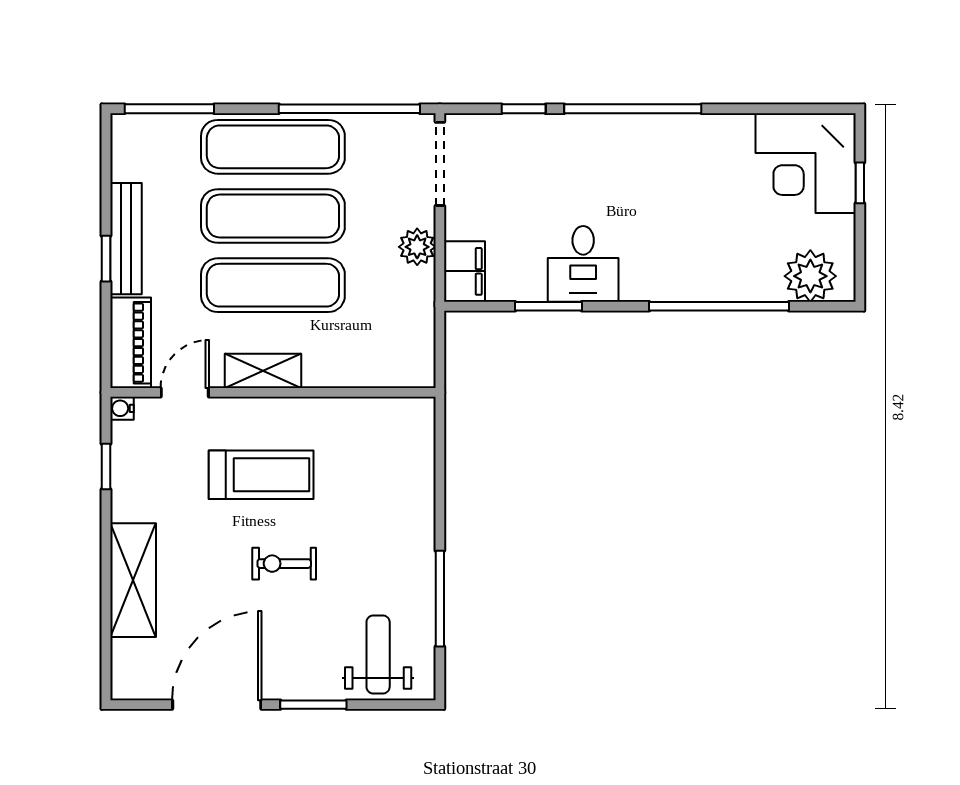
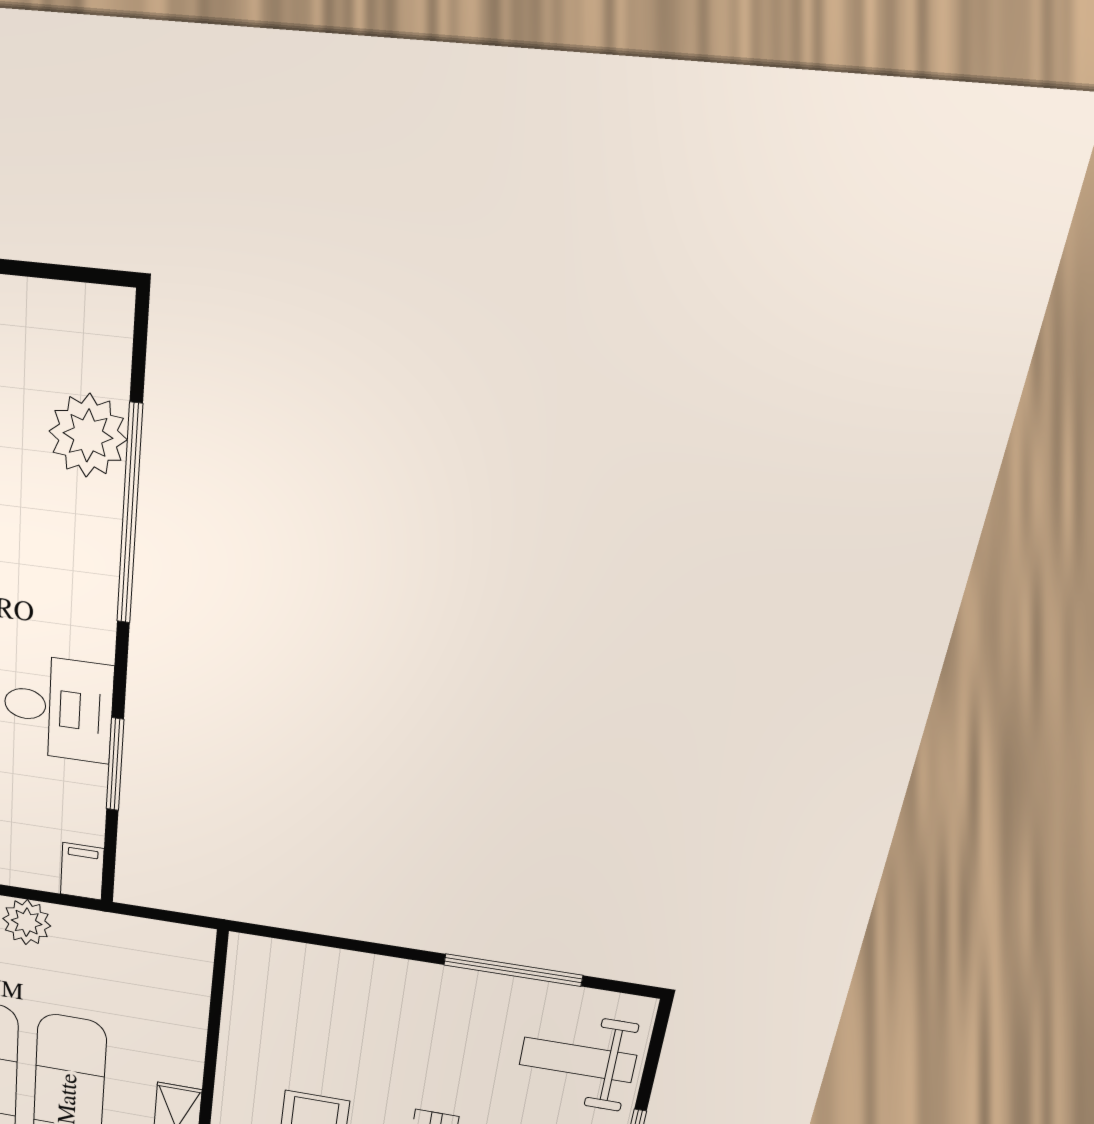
filing cabinet: (464, 271) -> (82, 871), width x0.50
plant: (810, 276) -> (88, 435), moved

